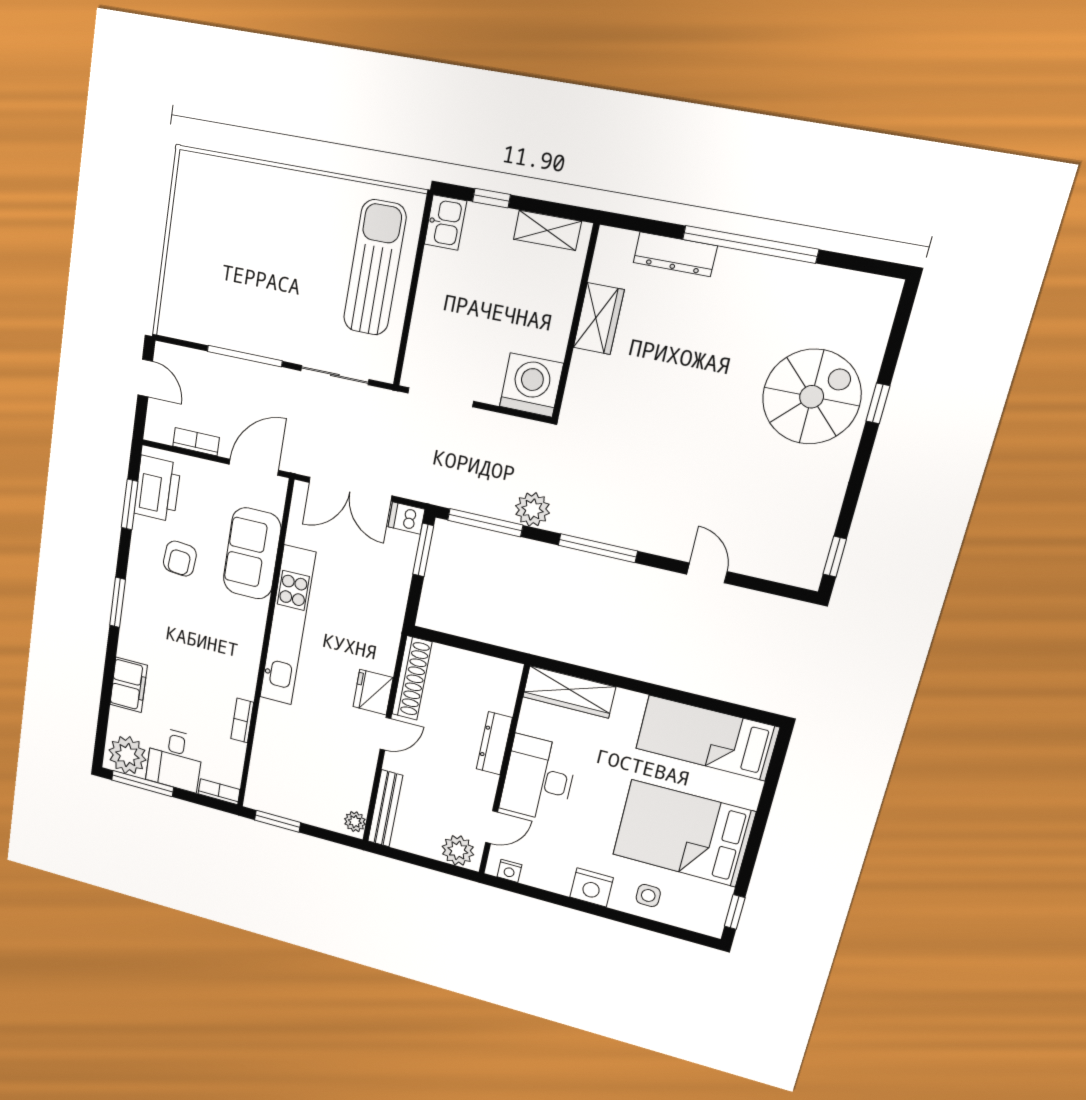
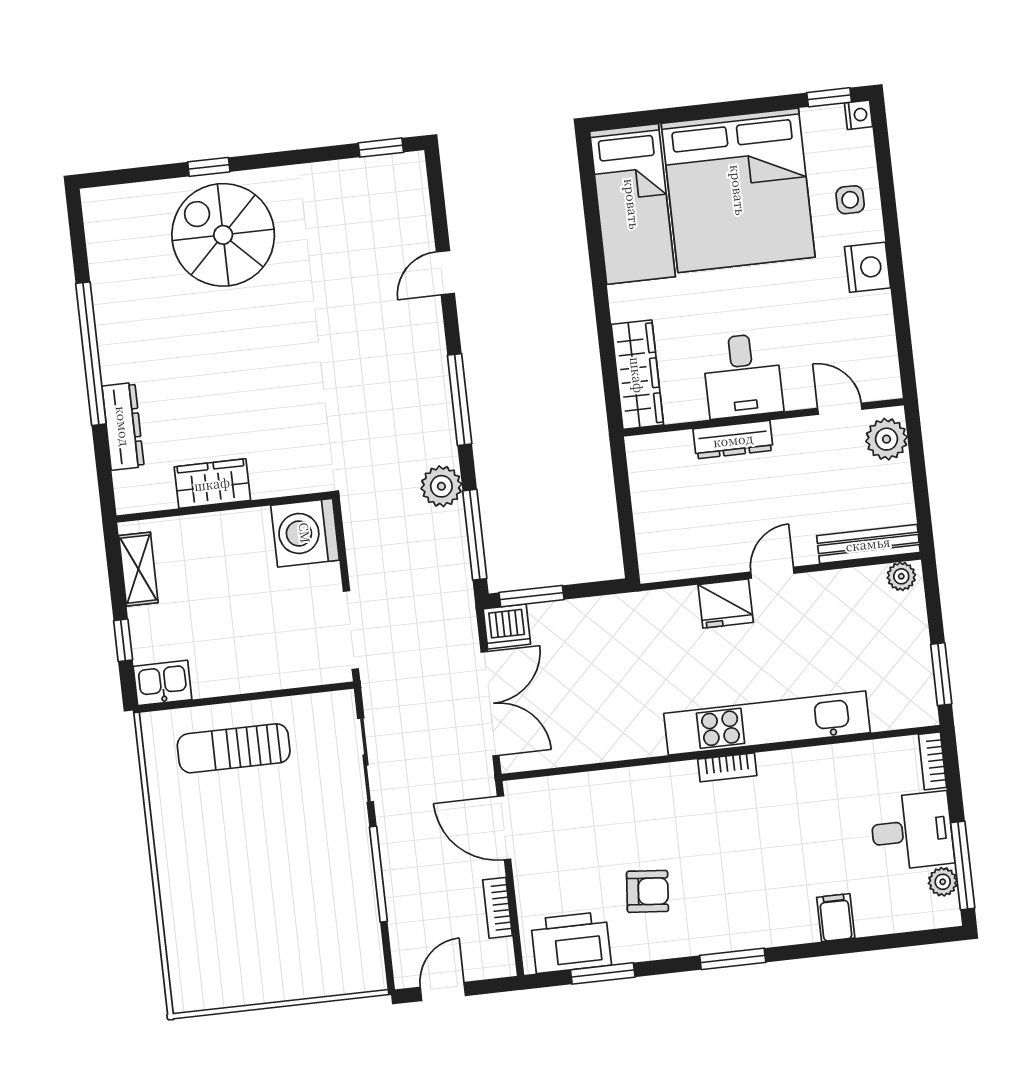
sun lounger: (375, 268) -> (234, 748), width x0.73, depth x0.75
dishwasher: (406, 518) -> (507, 626), width x1.38
sofa: (252, 553) -> (609, 802), removed
kitchen unit: (288, 626) -> (767, 723), moved
shoe rack: (412, 678) -> (690, 562), removed
filing cabinet: (129, 685) -> (836, 918), width x0.50
bookcase: (242, 720) -> (727, 767), moved
door: (385, 734) -> (772, 573), hinge flipped
plant: (127, 755) -> (943, 882), width x0.53, depth x0.53
desk: (538, 779) -> (743, 376), width x0.73
bed: (684, 833) -> (738, 190), width x1.36
nightstand: (509, 871) -> (858, 115), moved

